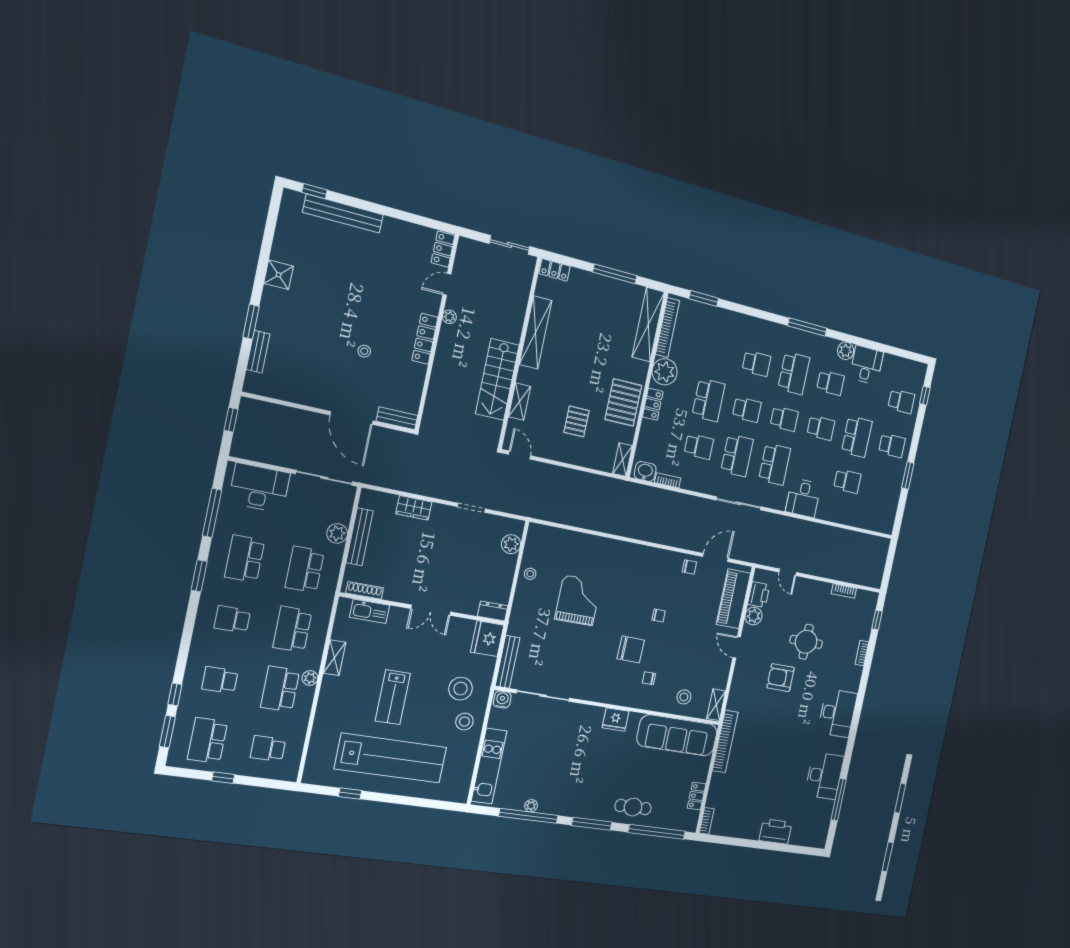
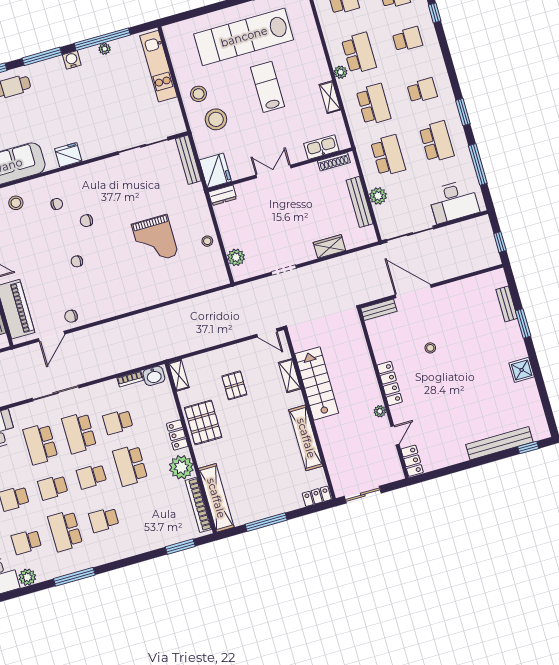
chair: (631, 649) -> (86, 221), width x0.54, depth x0.54
water cooler: (502, 700) -> (72, 60), moved, turned 180

